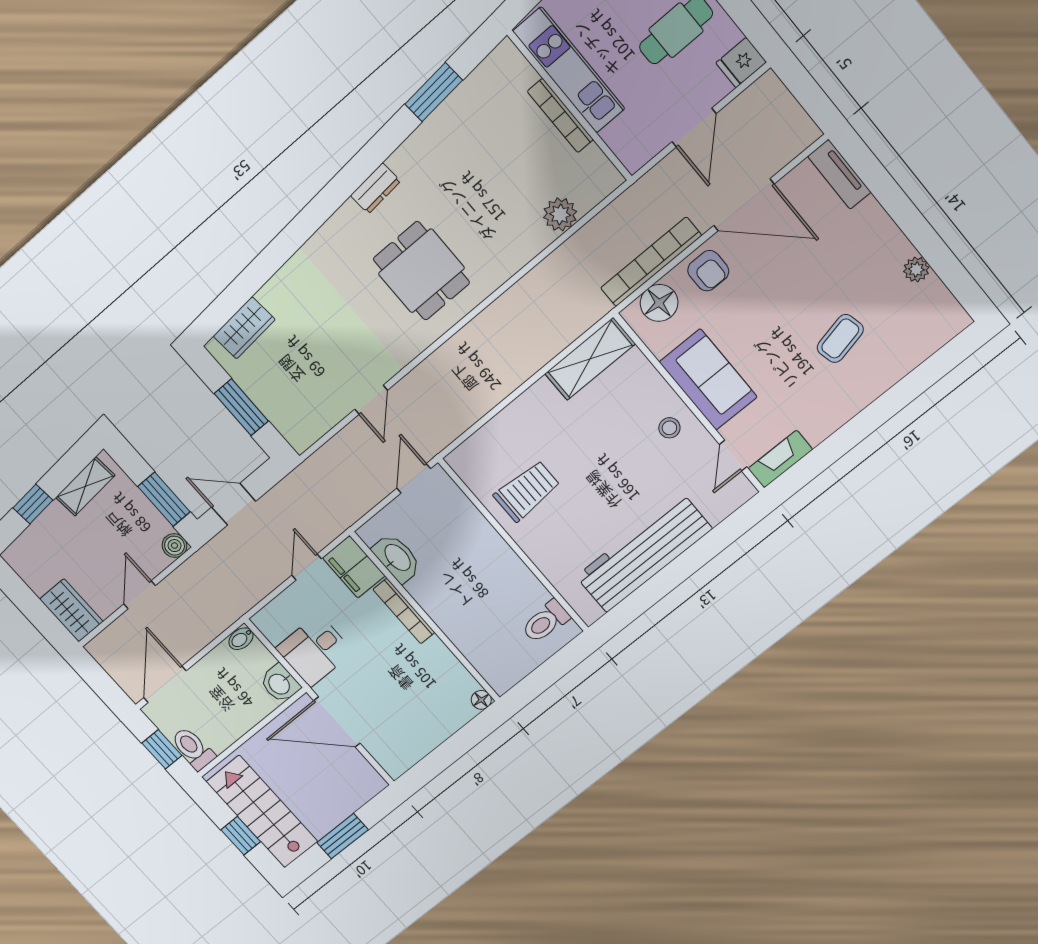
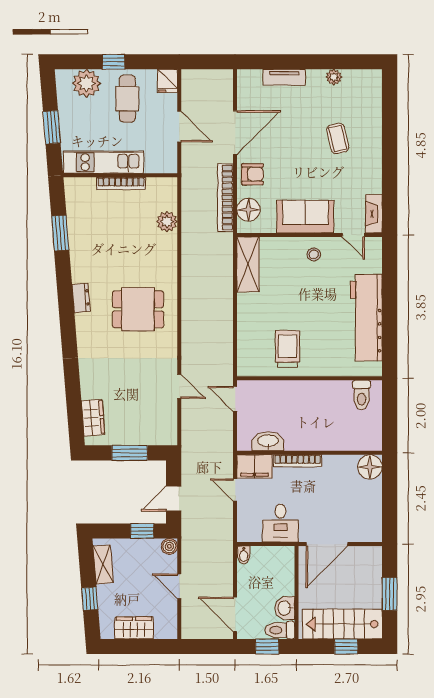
tv unit: (839, 174) -> (284, 77), moved
window: (164, 499) -> (142, 531), width x0.67
wardrobe: (71, 610) -> (134, 628), moved
washbasin: (280, 684) -> (285, 608), moved, turned 90
floor lamp: (481, 700) -> (370, 467), width x1.89, depth x1.89

